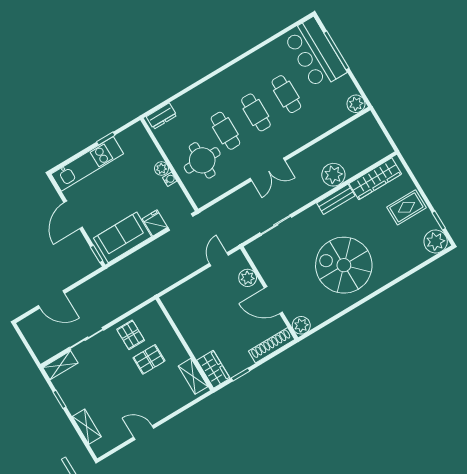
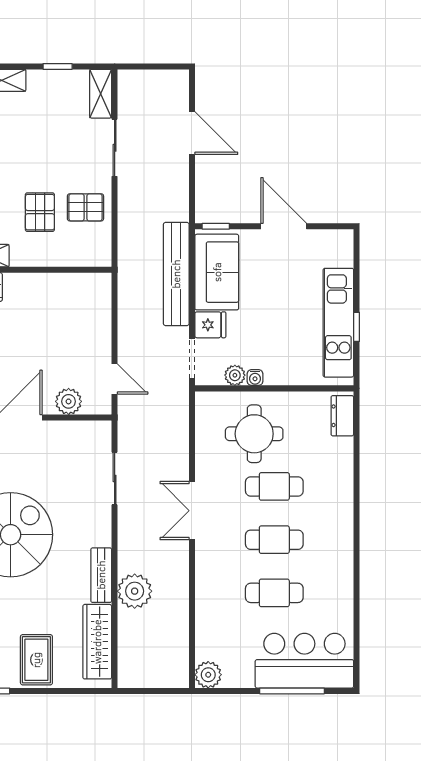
kitchen unit: (87, 164) -> (338, 323), moved
plant: (161, 169) -> (235, 375), moved
bench: (138, 260) -> (176, 274), added
door: (51, 299) -> (192, 133), swing flipped

